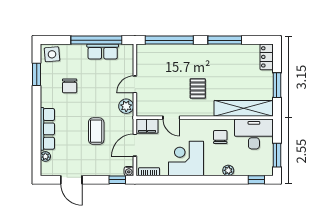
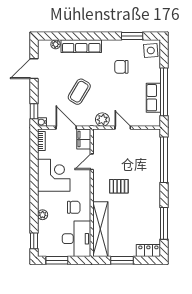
window: (225, 40) -> (164, 223), moved
coffee table: (96, 131) -> (79, 92), turned -59

